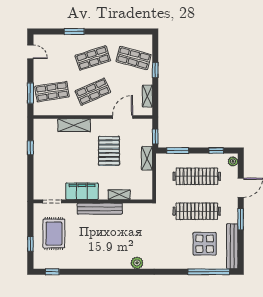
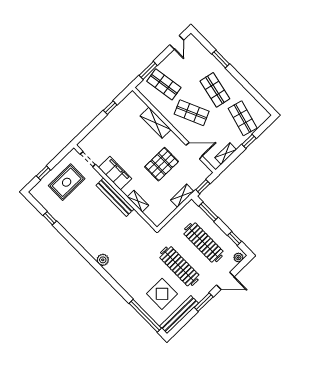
shop shelf: (93, 58) -> (215, 90), turned 30
window: (52, 272) -> (50, 218), moved

